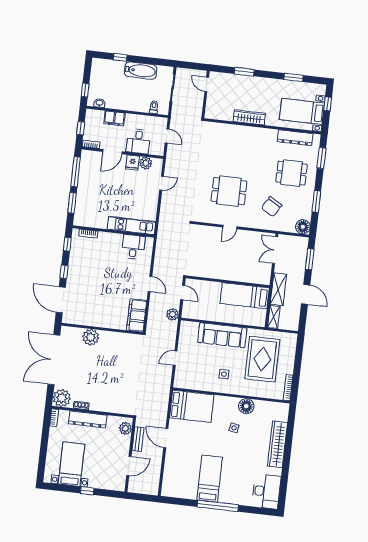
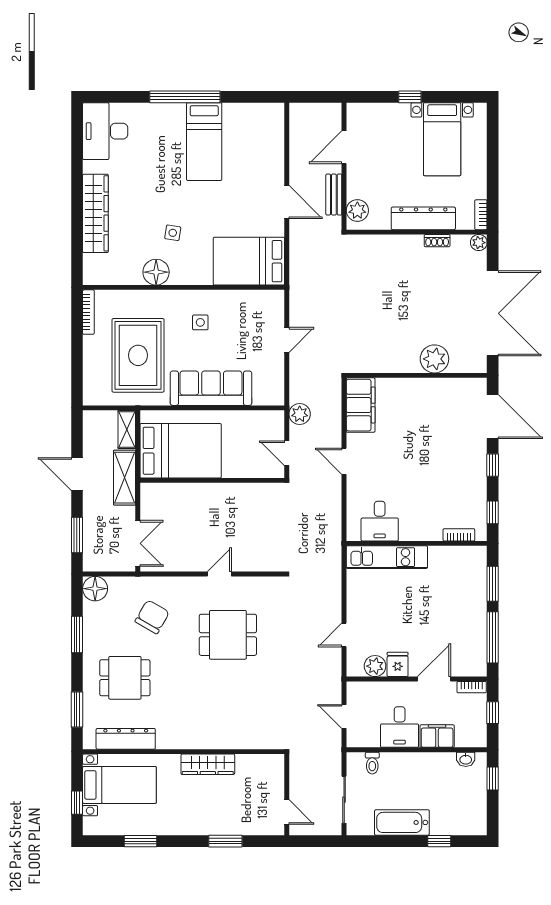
desk: (138, 141) -> (400, 727), moved, turned 180
bed: (245, 296) -> (181, 451), width x1.50
plant: (62, 398) -> (479, 243), width x0.53, depth x0.53

